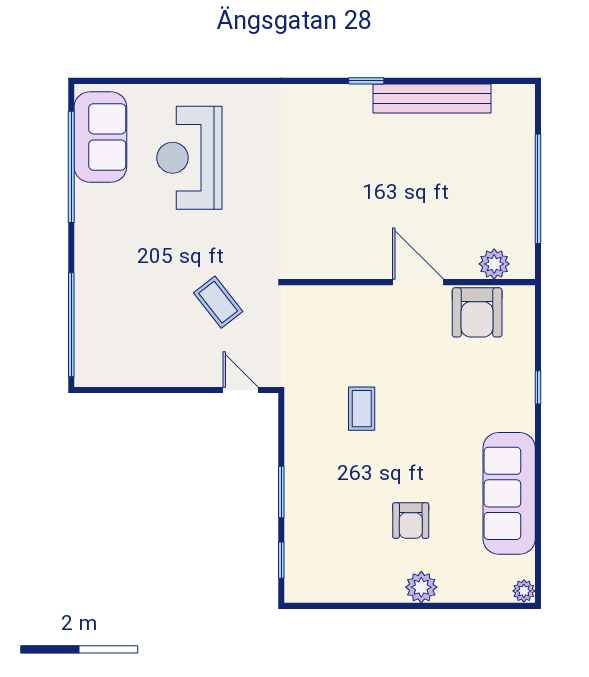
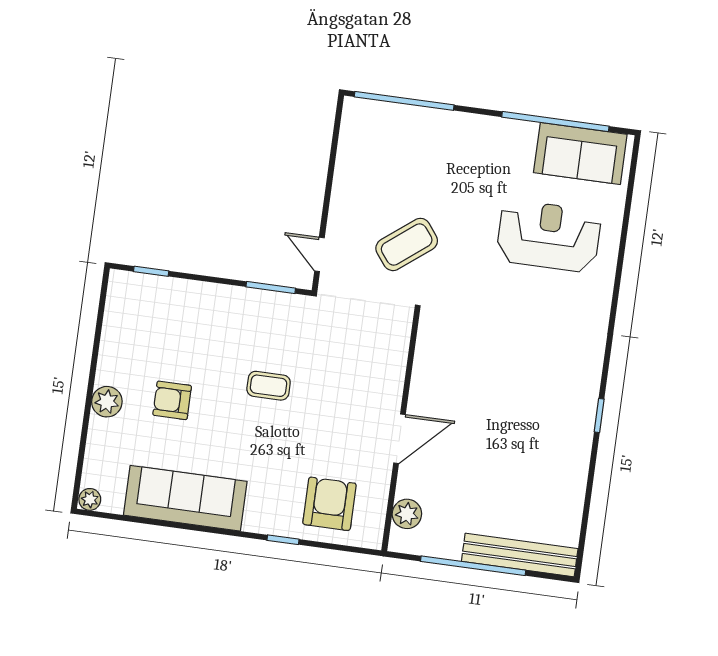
bench: (432, 98) -> (520, 555), moved, turned 90
coffee table: (218, 302) -> (407, 244), width x1.36, depth x1.30
armchair: (477, 312) -> (329, 504), moved, turned 90
door: (240, 390) -> (319, 254), swing flipped
coffee table: (362, 409) -> (269, 386), moved
window: (281, 492) -> (271, 288), moved

